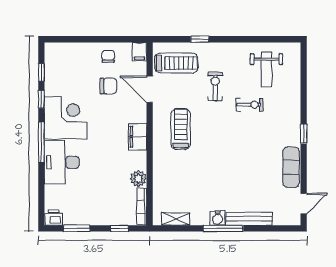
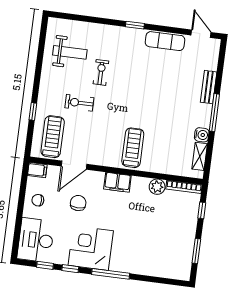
chair: (108, 86) -> (78, 203), moved
treadmill: (181, 129) -> (133, 148), moved, turned 90
desk: (62, 162) -> (36, 240), moved, turned 90
printer: (54, 217) -> (183, 271), removed
water cooler: (217, 218) -> (202, 135), moved
bench: (249, 219) -> (209, 87), width x0.73

